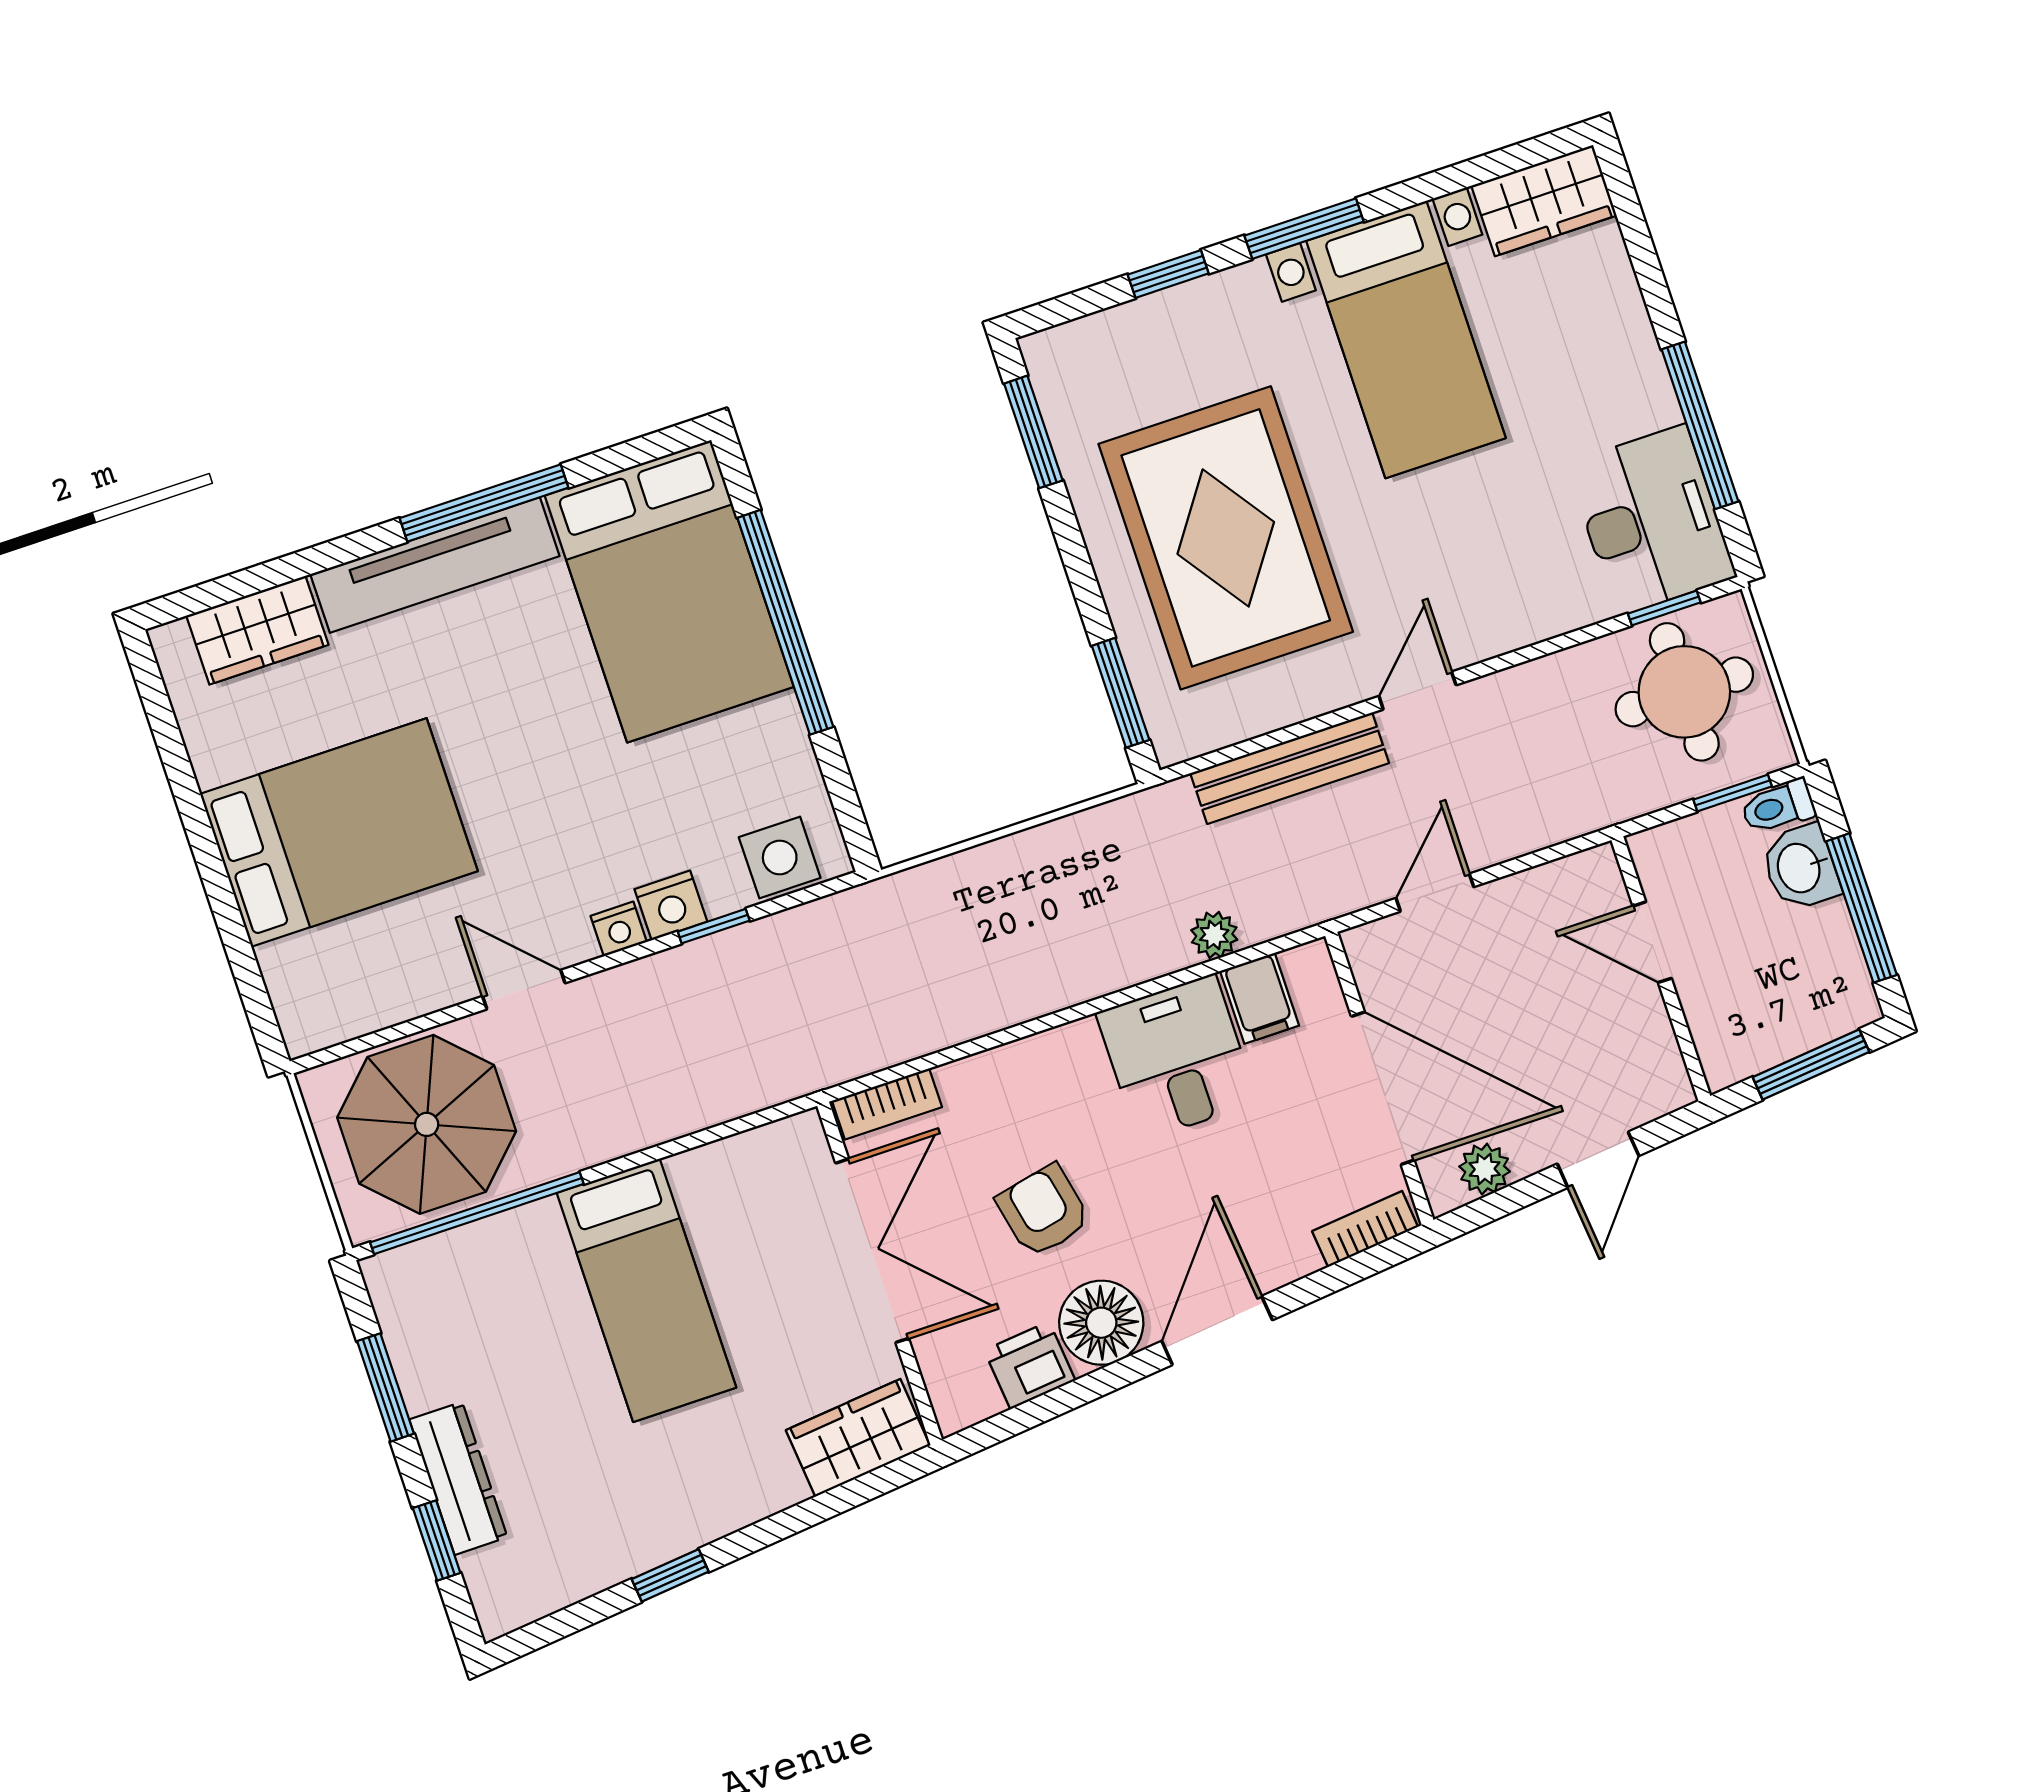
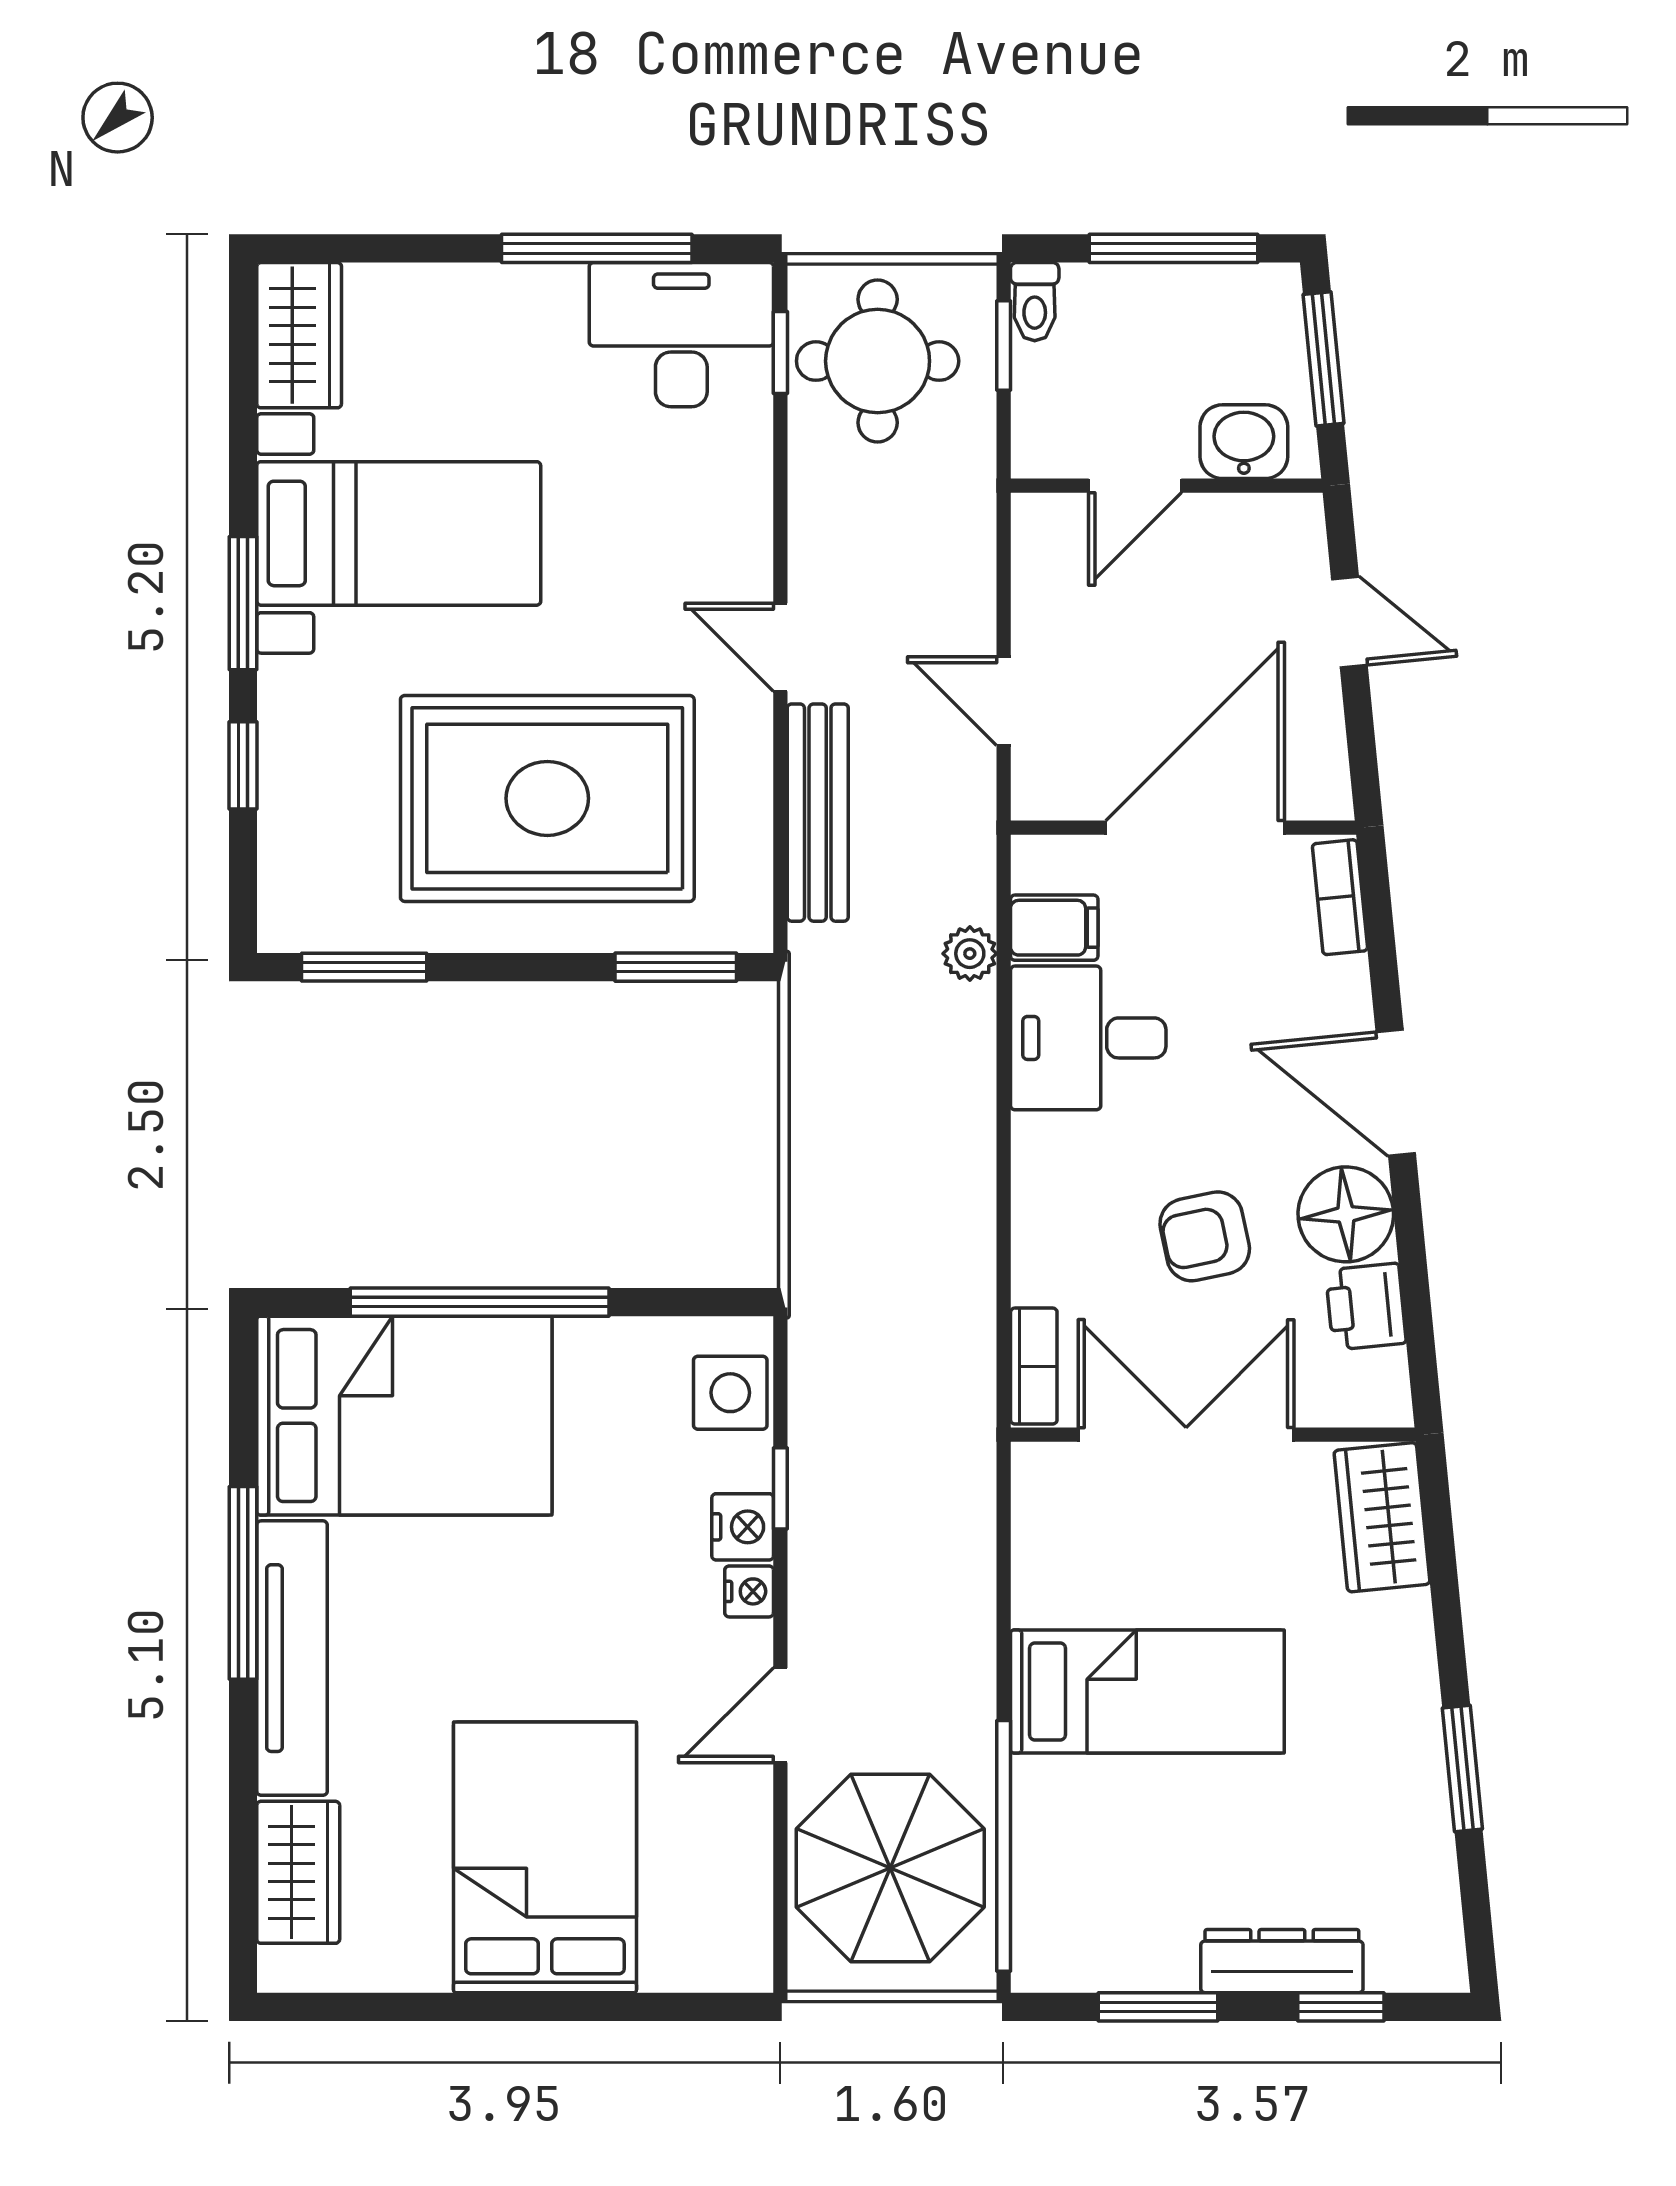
washbasin: (1800, 867) -> (1244, 442), moved, turned 180
plant: (1485, 1169) -> (1319, 747), removed
window: (670, 1575) -> (1462, 1769), width x1.50

